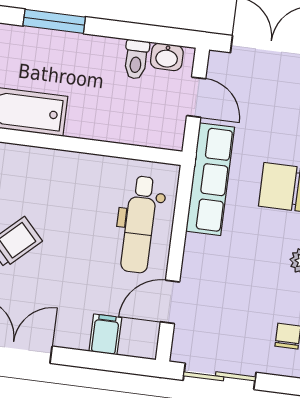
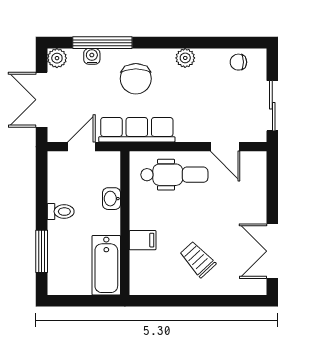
washbasin: (167, 57) -> (111, 199), moved, turned 180
toilet: (136, 59) -> (61, 212), moved
filing cabinet: (105, 334) -> (143, 240), moved, turned 180

